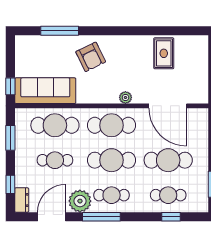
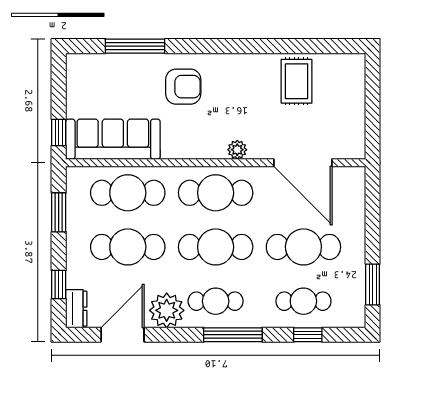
armchair: (91, 57) -> (183, 87), turned -64
cafe table: (55, 160) -> (128, 247), width x1.37, depth x1.35
window: (101, 217) -> (233, 335), moved

